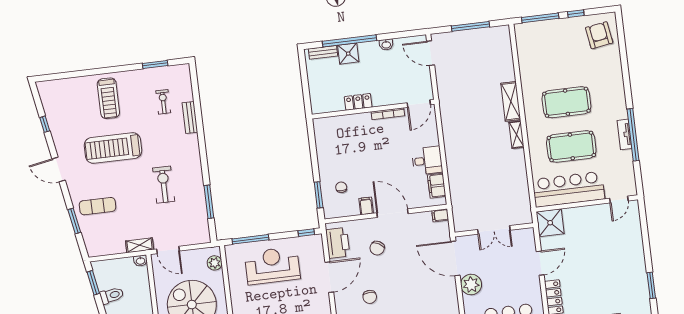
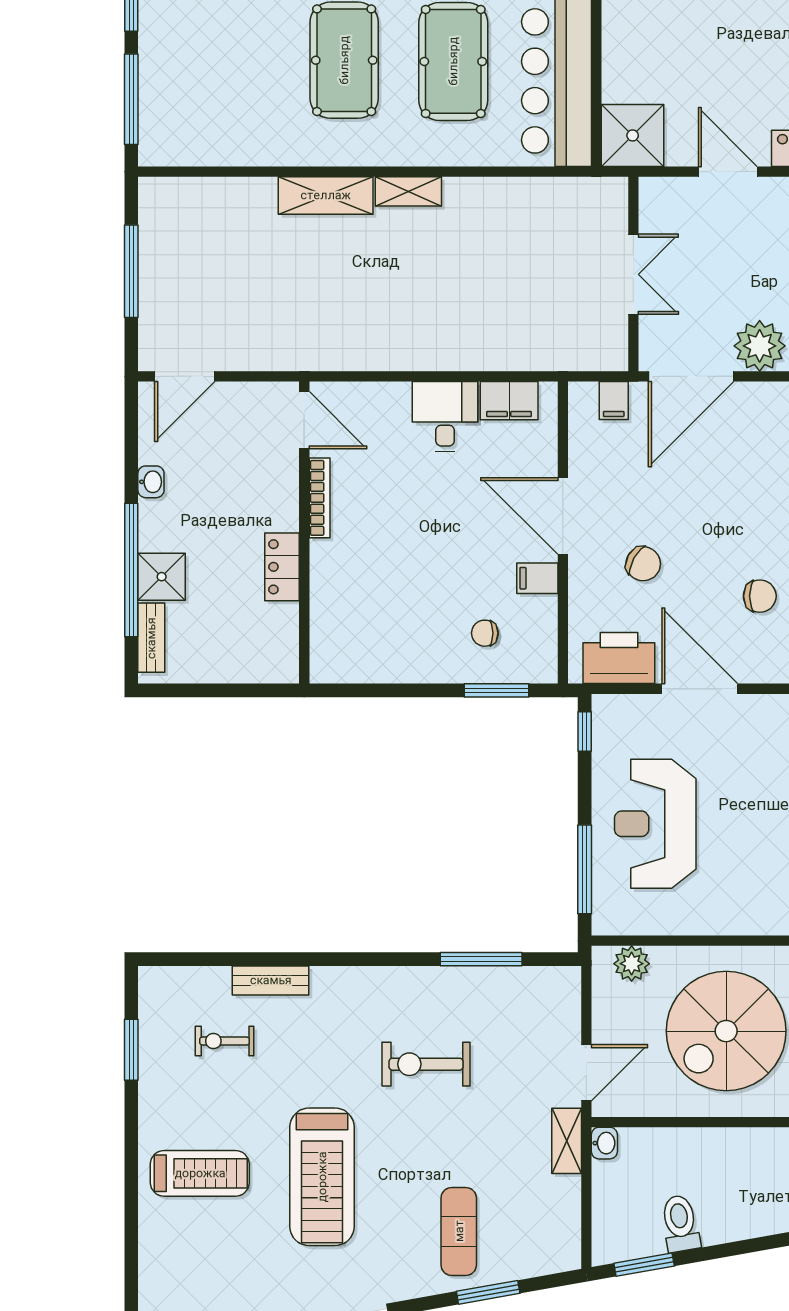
door: (393, 213) -> (563, 516), hinge flipped
filing cabinet: (440, 215) -> (614, 401), moved

